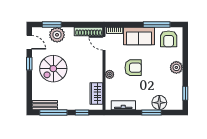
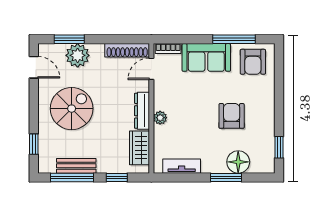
door: (104, 43) -> (151, 69), hinge flipped
window: (29, 64) -> (34, 144), moved
plant: (176, 67) -> (265, 107), removed
armchair: (133, 68) -> (232, 116), moved, turned -90
spiral stairs: (53, 69) -> (72, 109), turned 180
dresser: (98, 70) -> (142, 111), added
bench: (45, 105) -> (76, 166), moved

